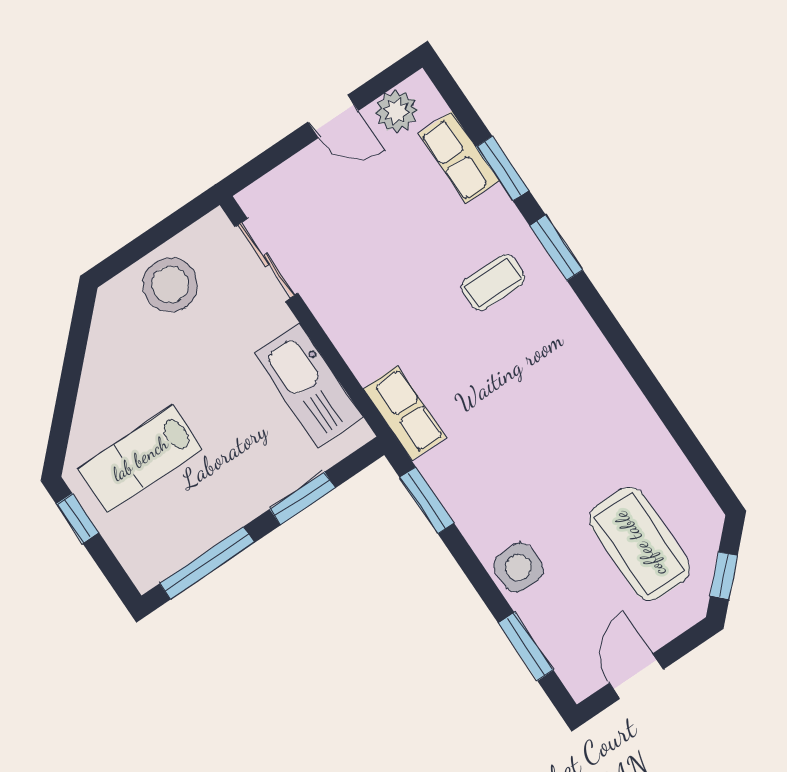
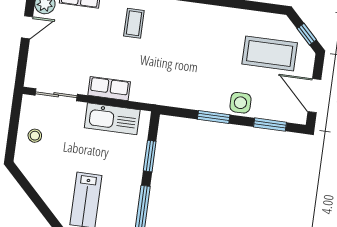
stool: (170, 285) -> (35, 136), width x0.53, depth x0.53
row of seats: (405, 413) -> (109, 89), moved
window: (427, 500) -> (214, 117), moved
door: (636, 676) -> (314, 96), width x1.38

